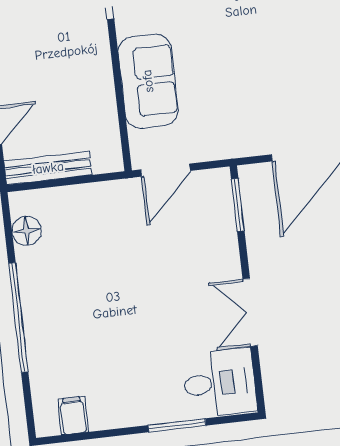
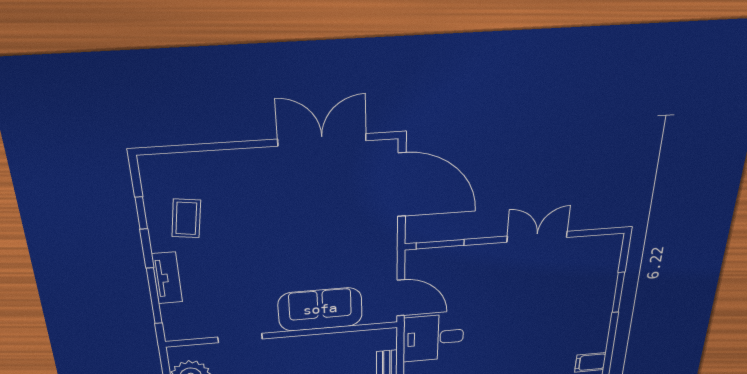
double door: (250, 312) -> (537, 237), swing flipped
desk: (220, 383) -> (433, 338), moved, turned -90

